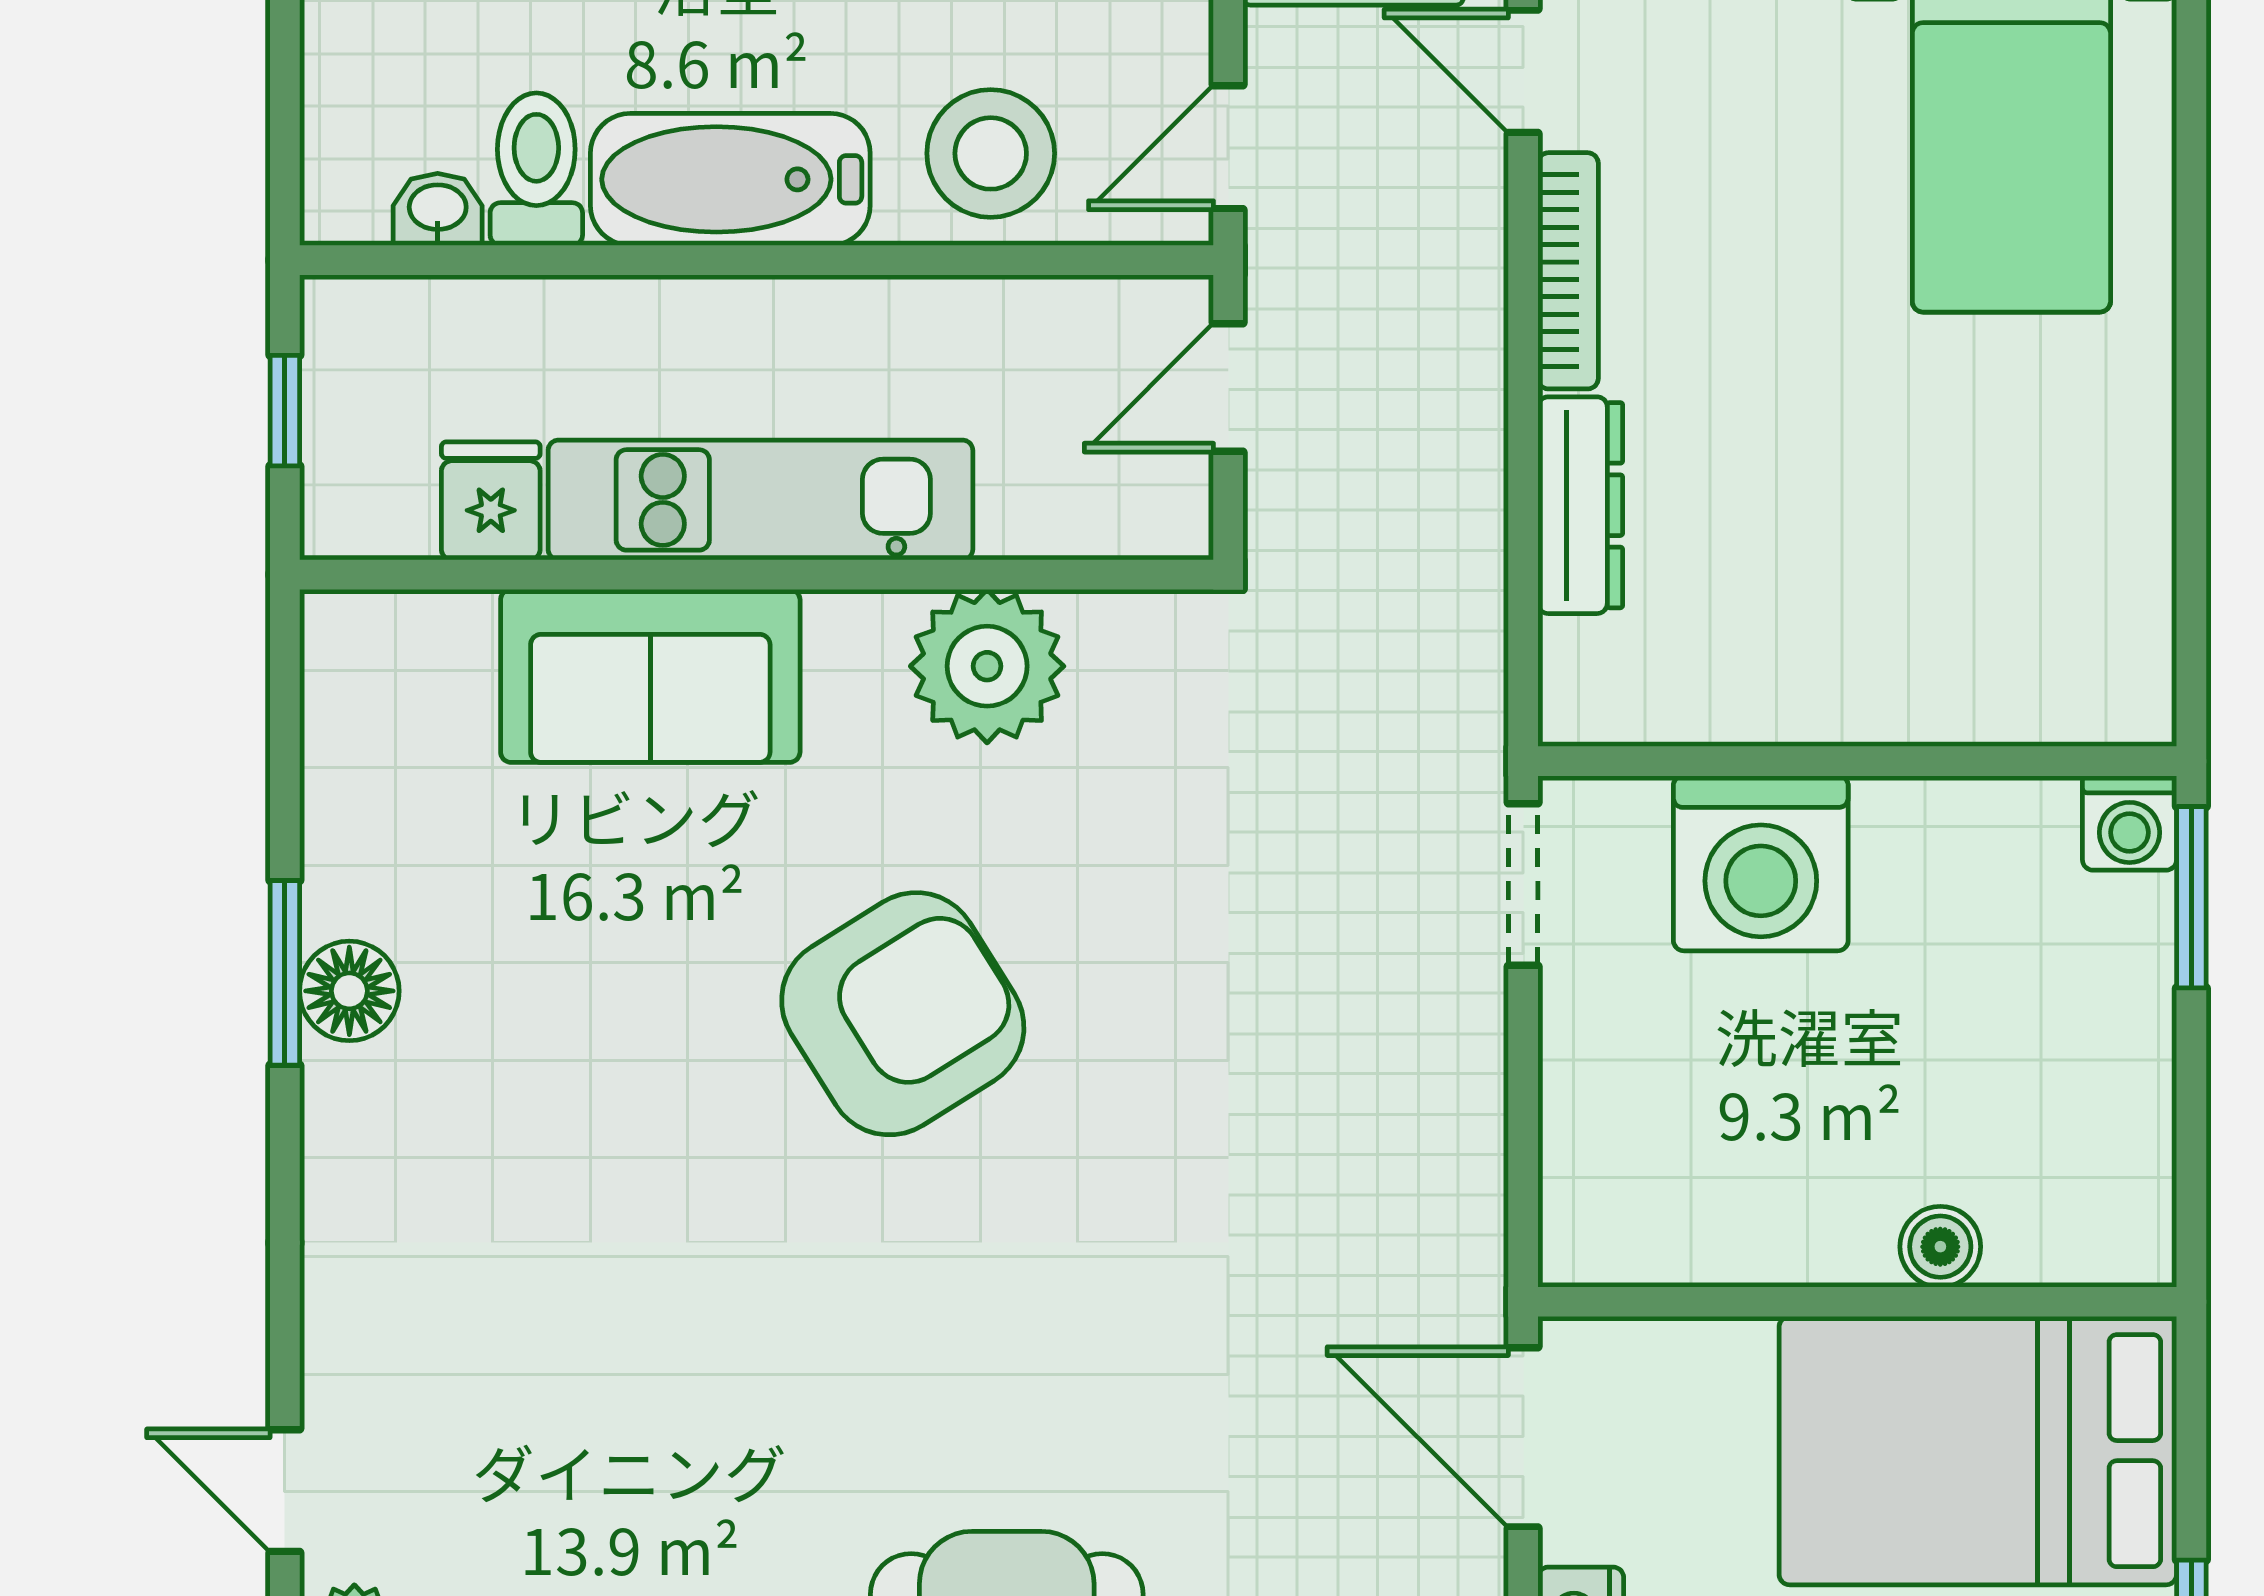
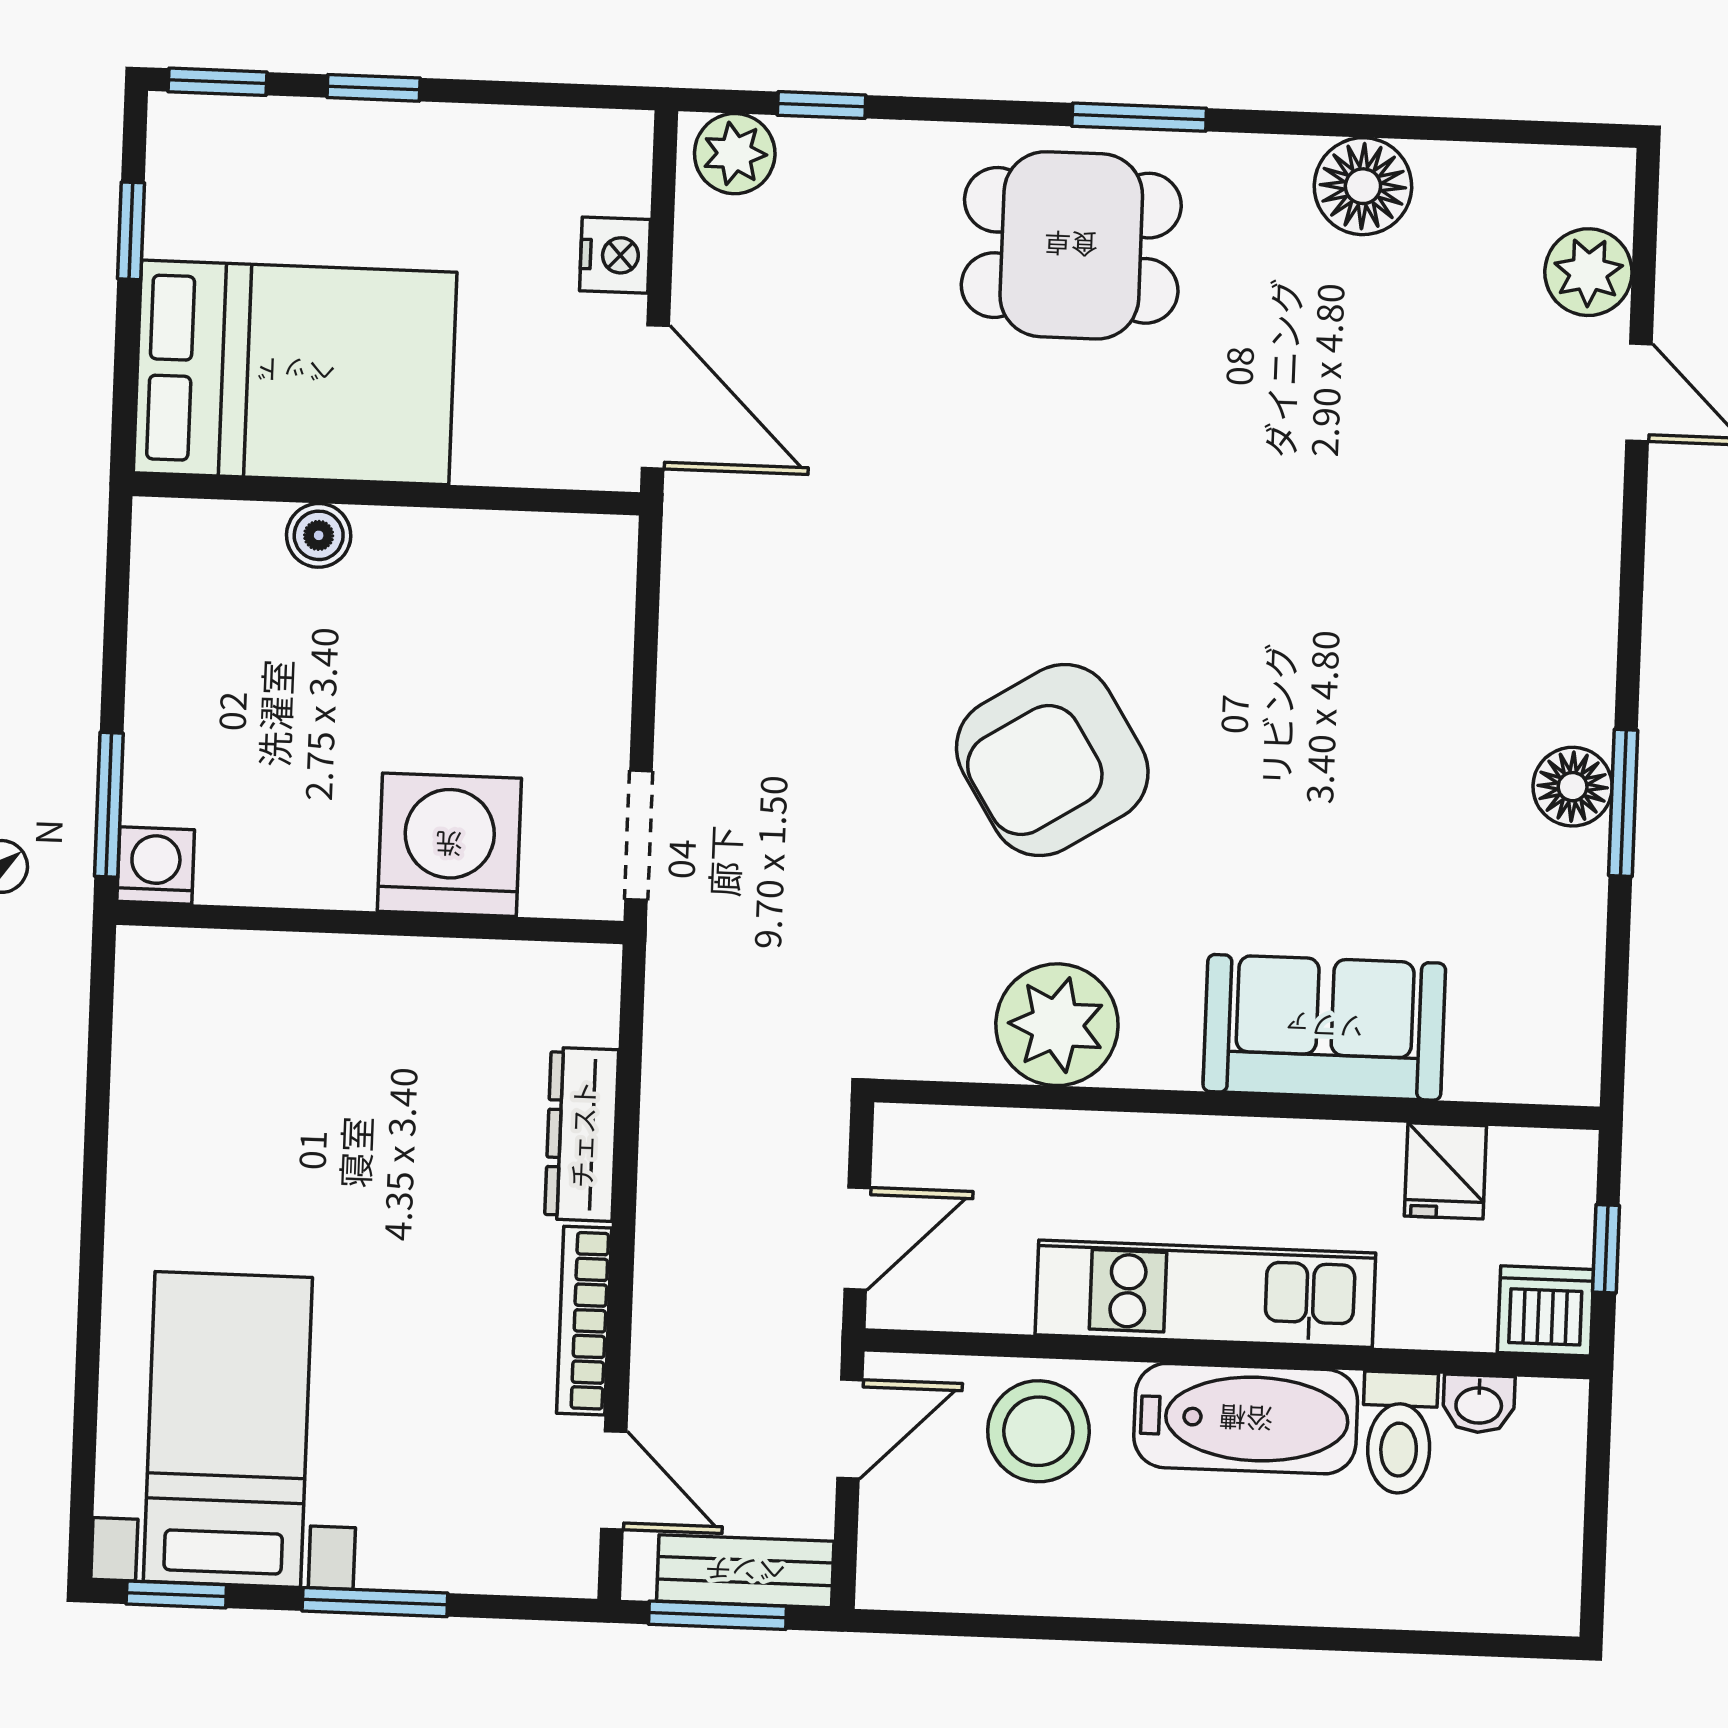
dishwasher: (358, 330) -> (1546, 1311), added
kitchen unit: (760, 500) -> (1205, 1294), moved, turned 180
armchair: (903, 1014) -> (1052, 760), moved

